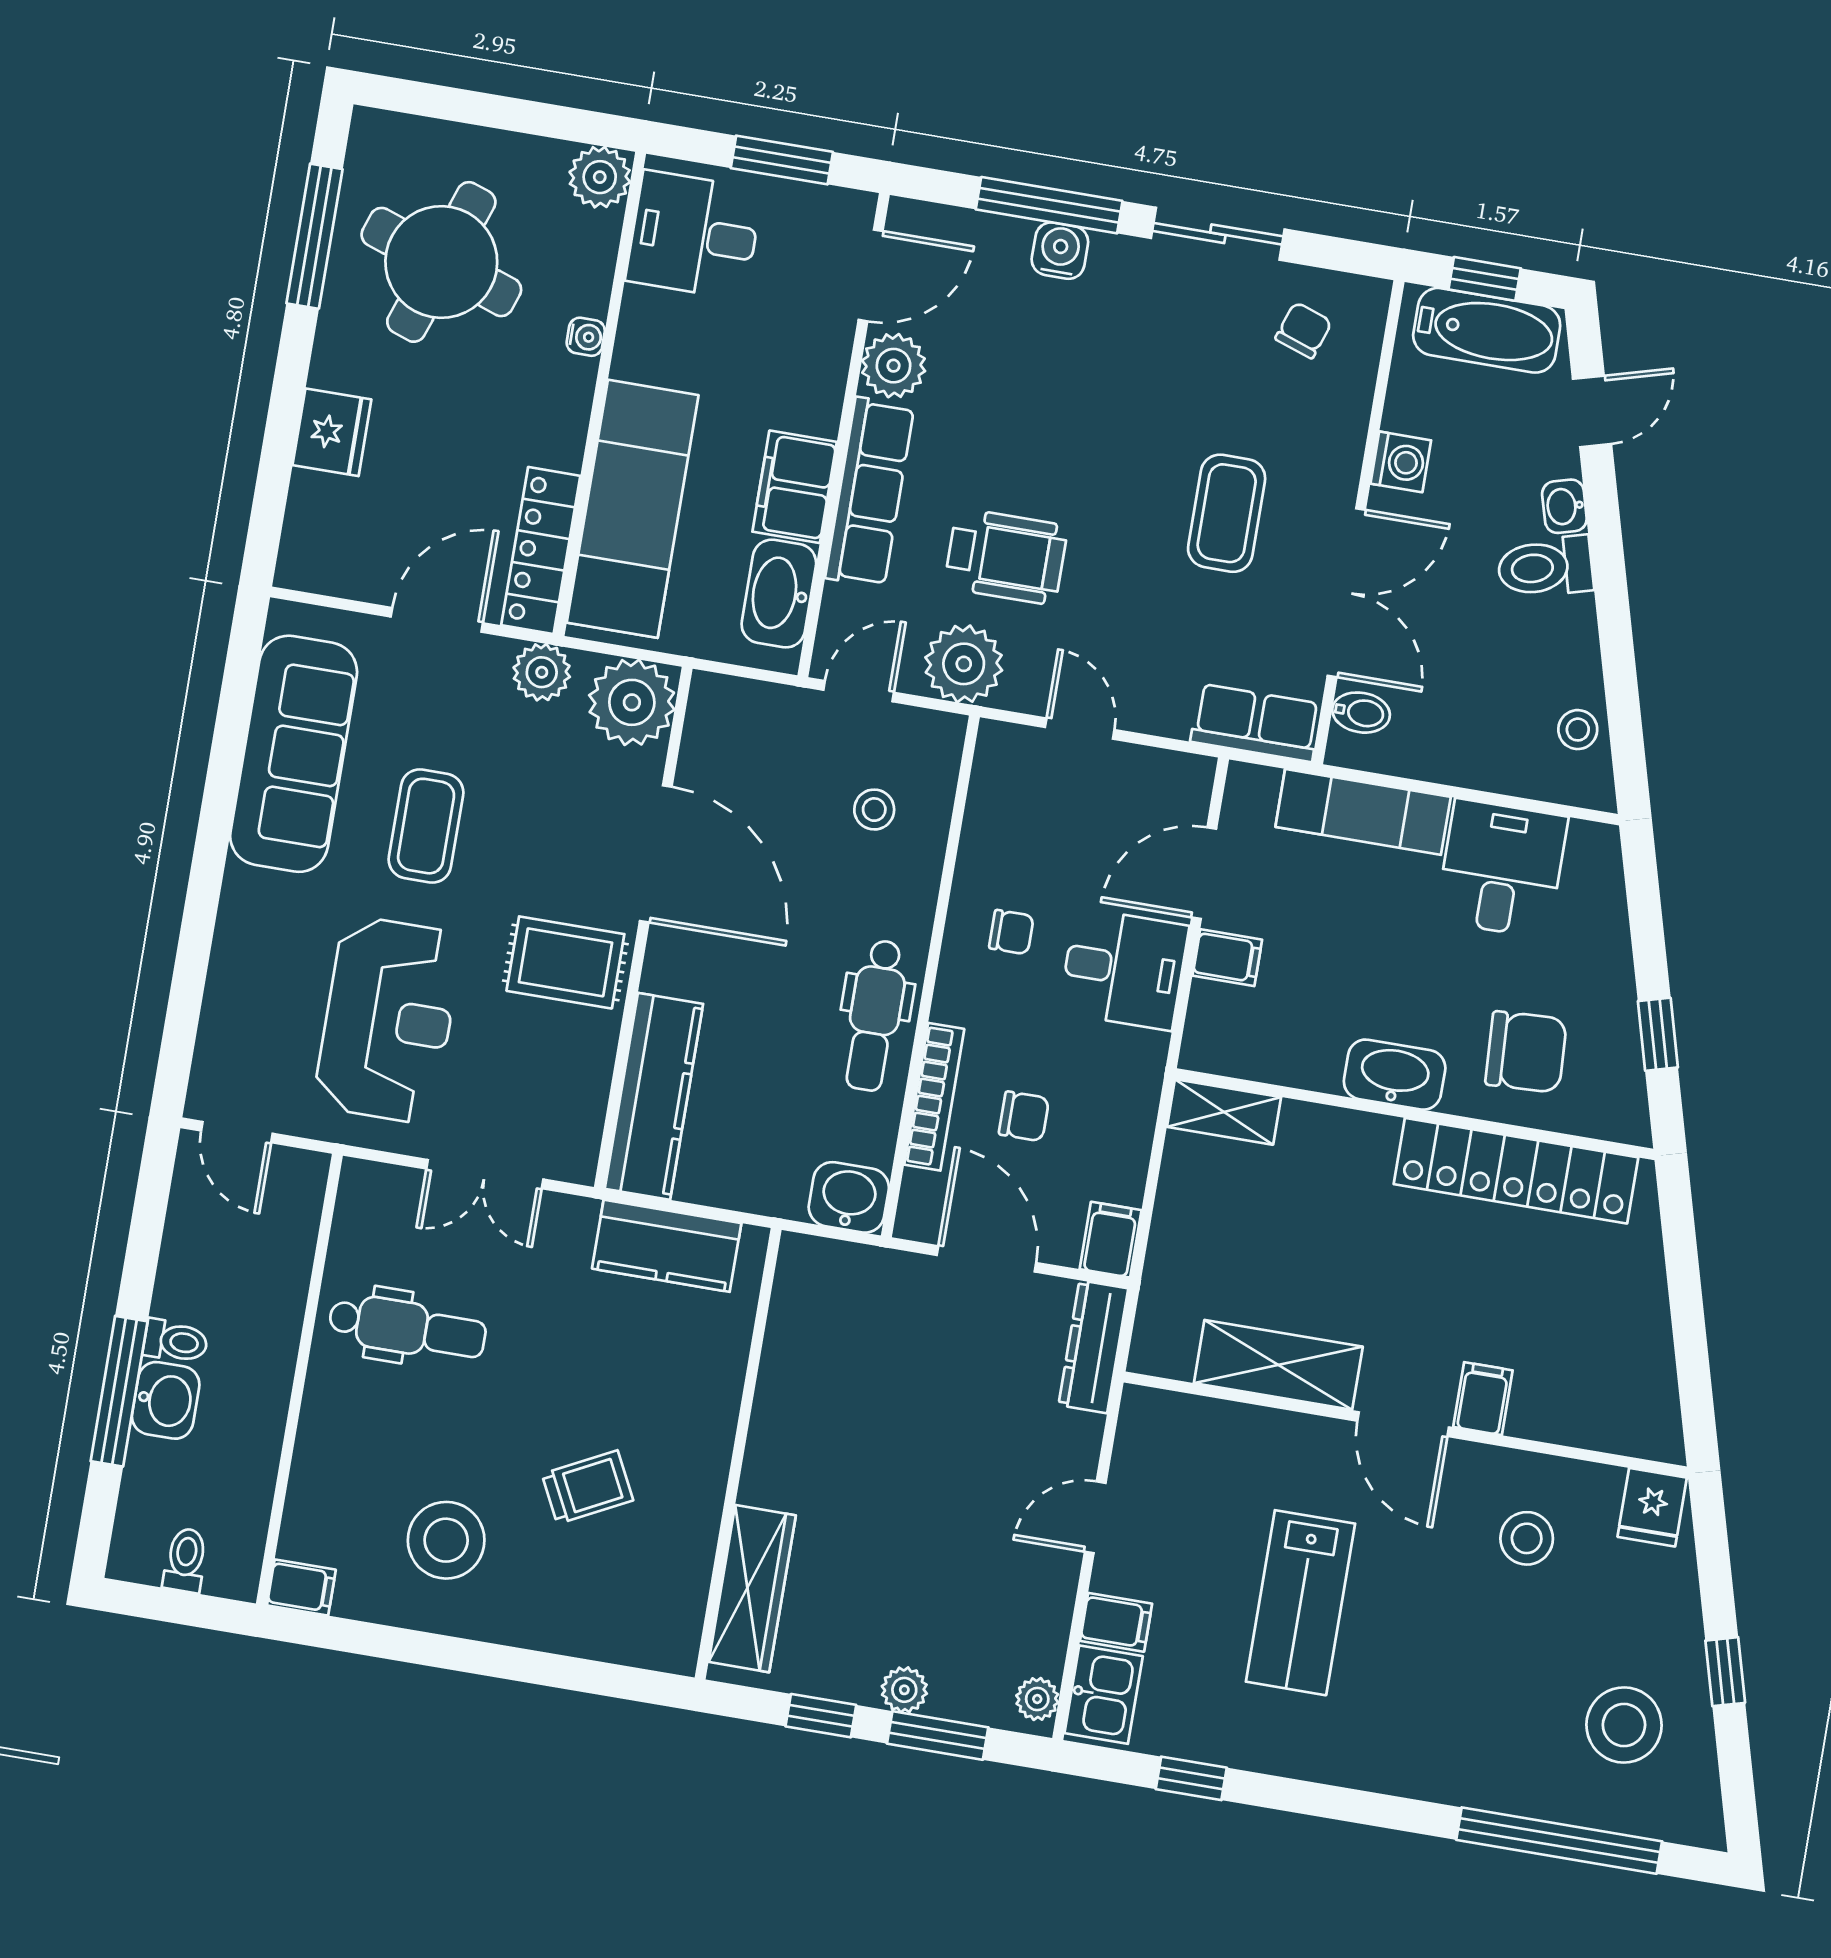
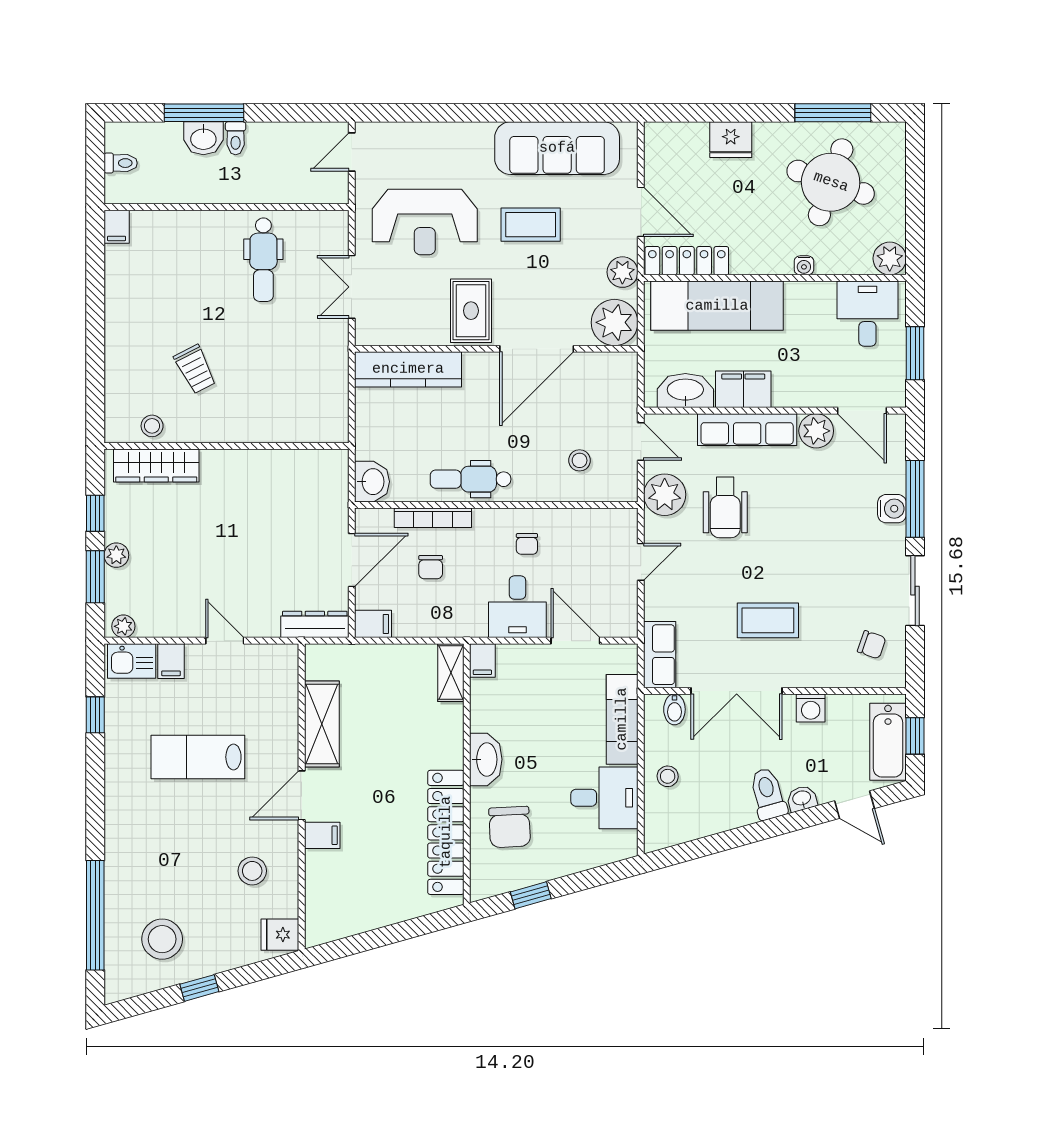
stool: (1578, 730) -> (668, 776), moved
filing cabinet: (1227, 958) -> (482, 661), moved
kitchen counter: (667, 1246) -> (330, 390), removed
stool: (446, 1540) -> (152, 426), moved, width x0.53, depth x0.53

